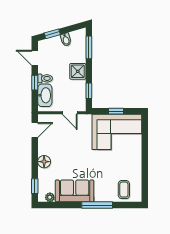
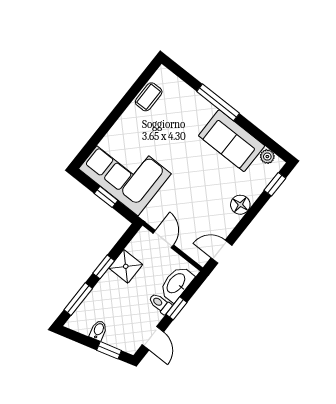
shower: (78, 71) -> (126, 266), moved
window: (89, 91) -> (104, 267), moved
coffee table: (124, 190) -> (149, 97), moved

